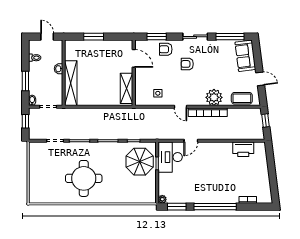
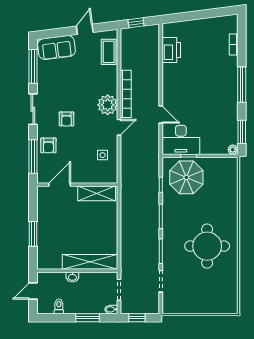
window: (157, 37) -> (33, 157), width x1.44
plant: (214, 97) -> (108, 105), moved
window: (215, 207) -> (242, 85), width x0.68

